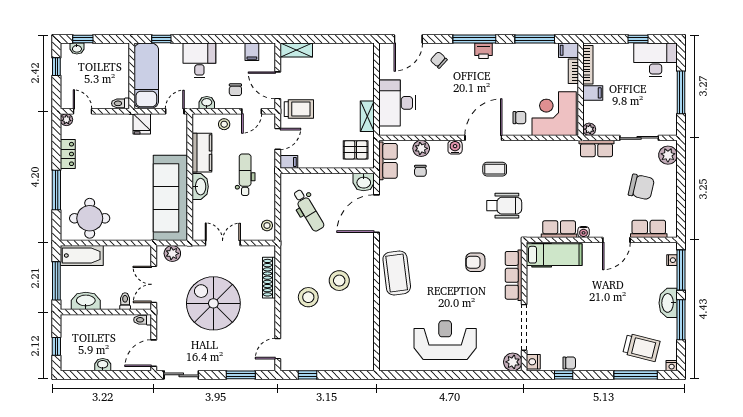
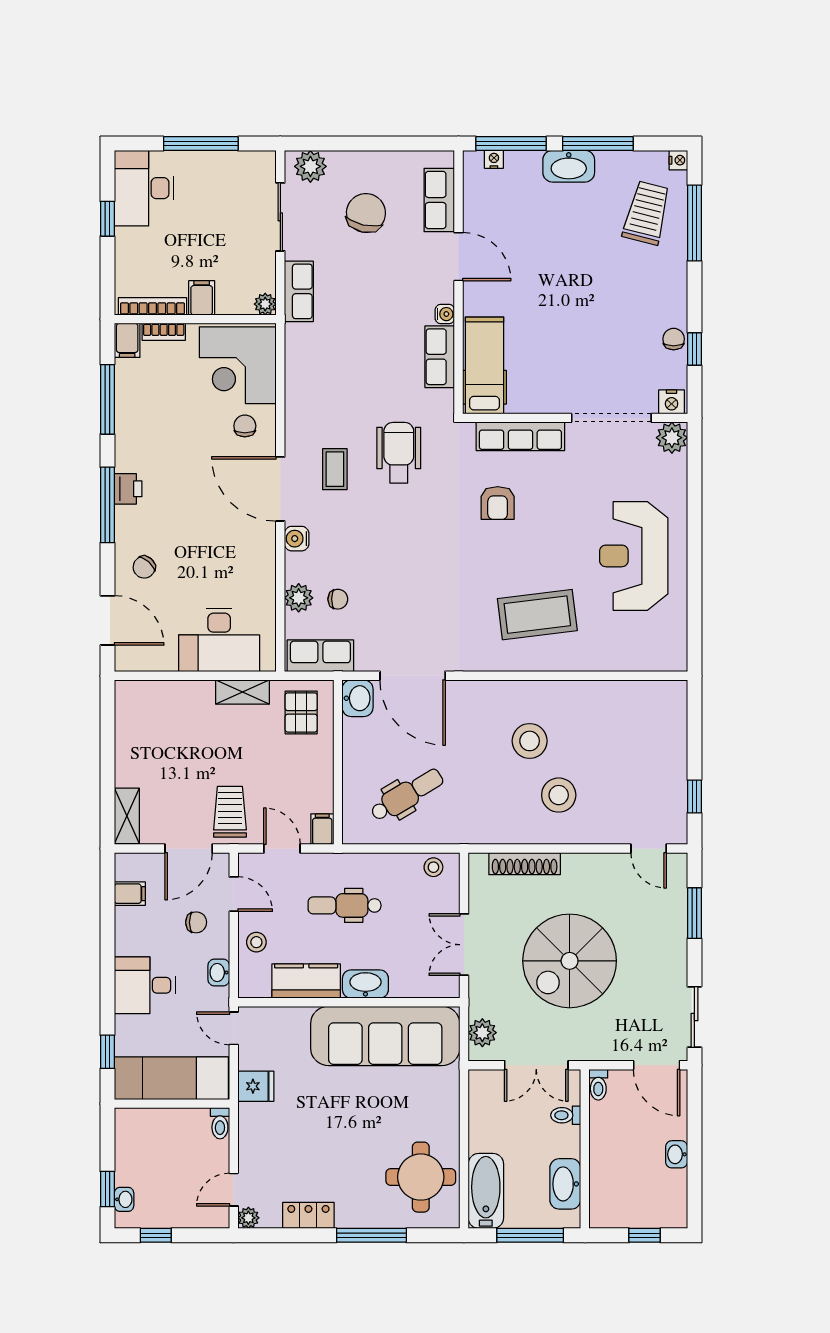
coffee table: (397, 273) -> (537, 615), moved

